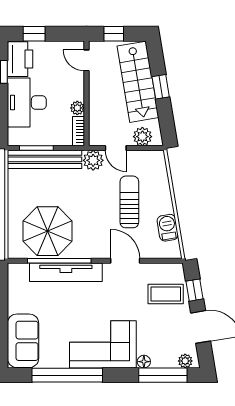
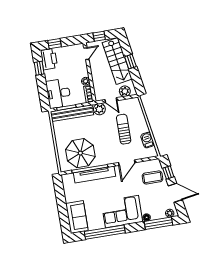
door: (86, 60) -> (86, 54), swing flipped
desk: (27, 103) -> (59, 93), moved
door: (125, 261) -> (127, 163), swing flipped

